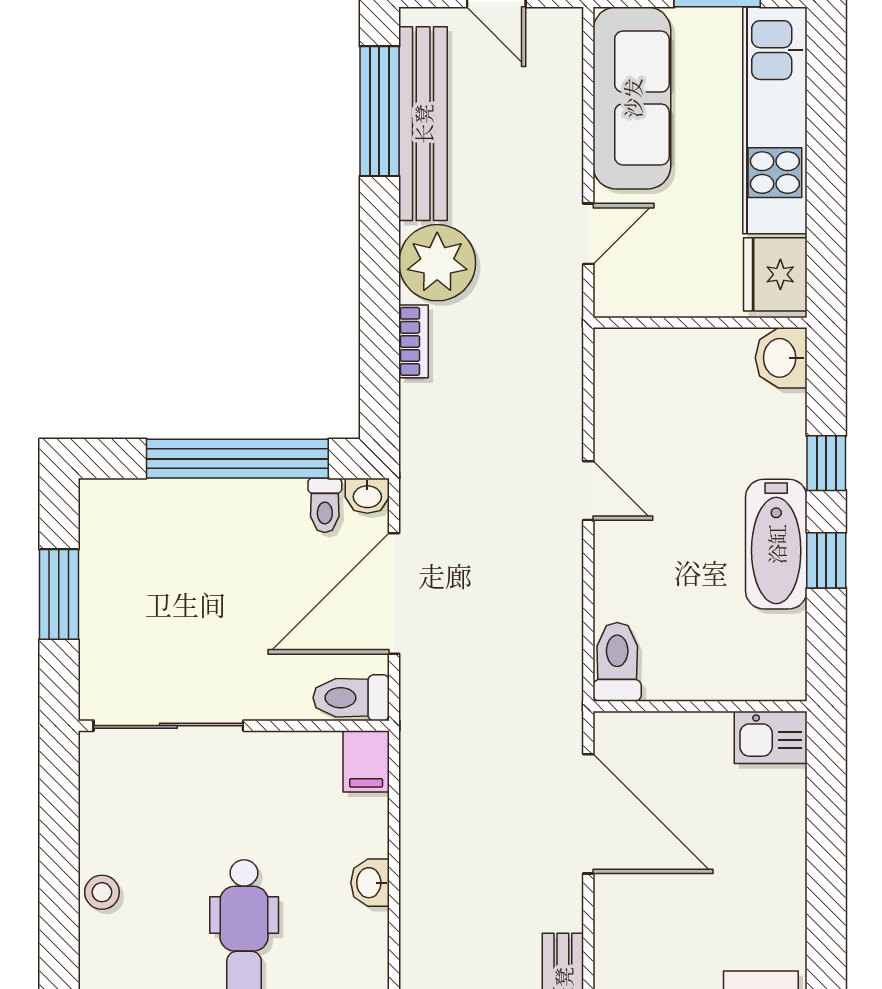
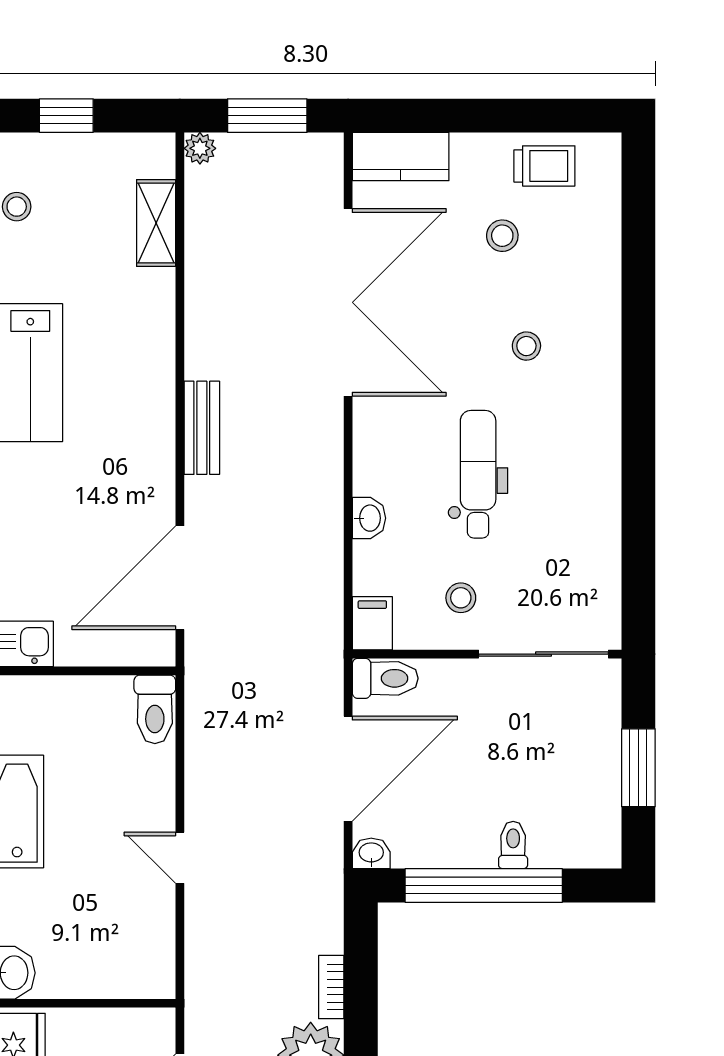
toilet: (325, 505) -> (513, 845), moved
door: (588, 814) -> (180, 578), hinge flipped
stool: (102, 892) -> (461, 598), moved

